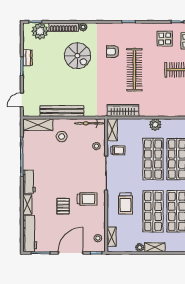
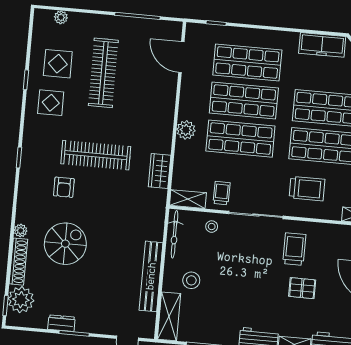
wardrobe: (123, 110) -> (160, 171), width x0.67

